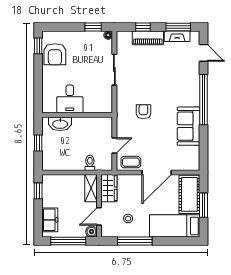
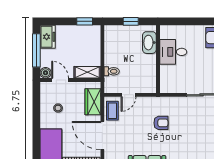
door: (114, 145) -> (128, 95), hinge flipped
wardrobe: (109, 188) -> (93, 102), moved, turned 90
freezer: (50, 220) -> (48, 37), moved, turned -90
window: (135, 241) -> (36, 114), removed

